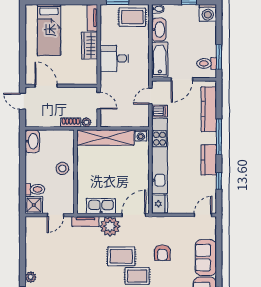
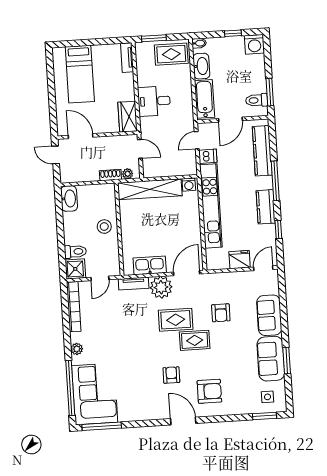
wardrobe: (90, 46) -> (128, 117), moved
fridge: (160, 204) -> (240, 260), moved, turned -90
bookcase: (30, 239) -> (74, 307), added

